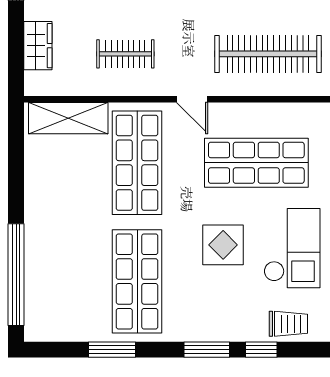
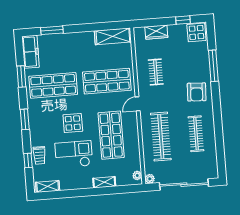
shelving: (68, 118) -> (113, 36), moved, turned 90
checkout: (292, 248) -> (74, 154), turned 180
window: (16, 275) -> (52, 30), width x0.47
freezer: (59, 325) -> (30, 52), added
window: (261, 350) -> (28, 161), moved

